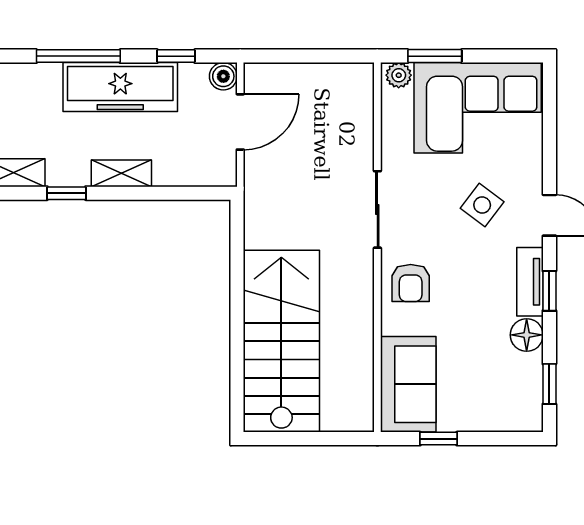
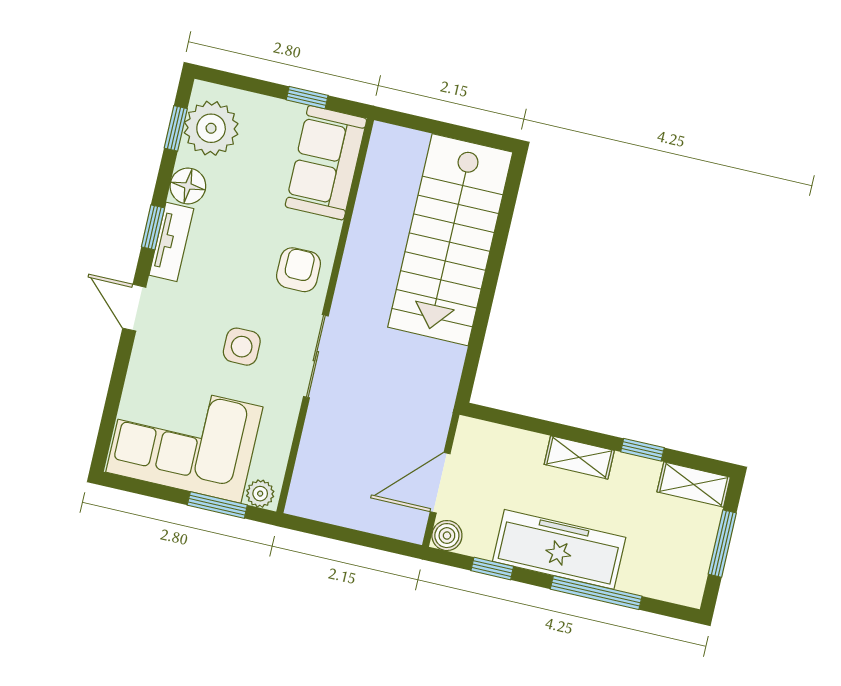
side table: (482, 205) -> (242, 347), moved, turned -37
plant: (518, 391) -> (211, 128), added

